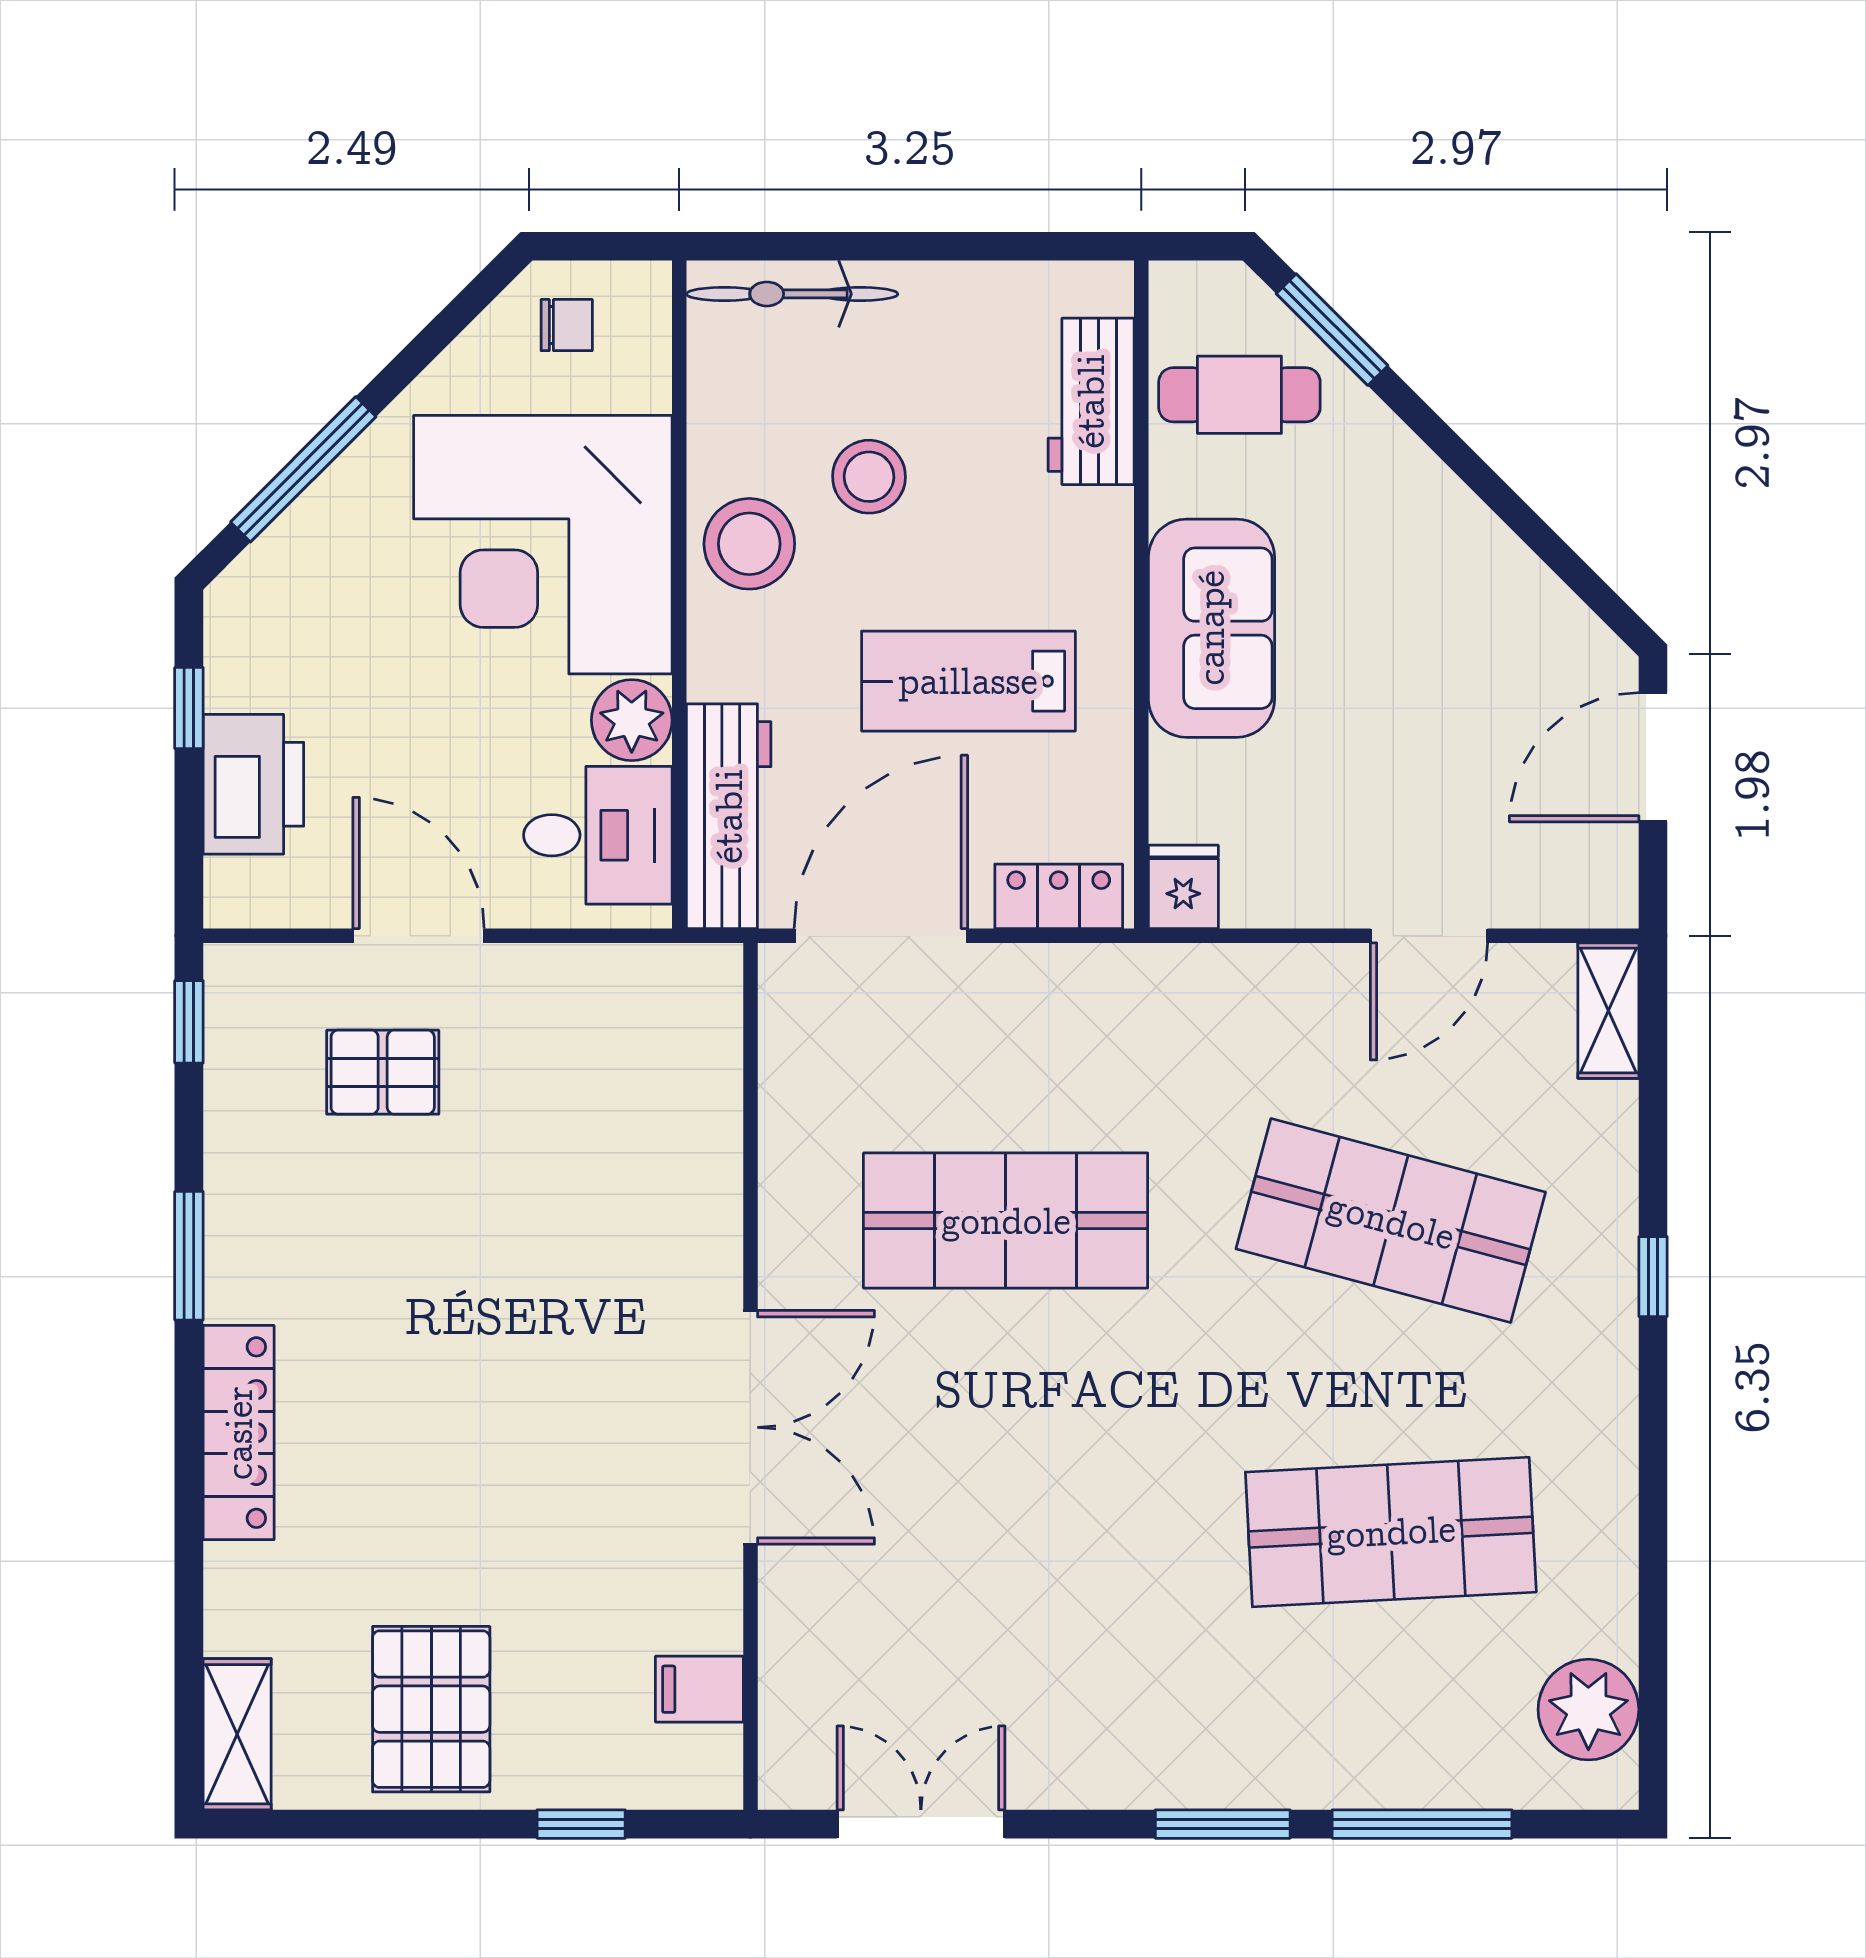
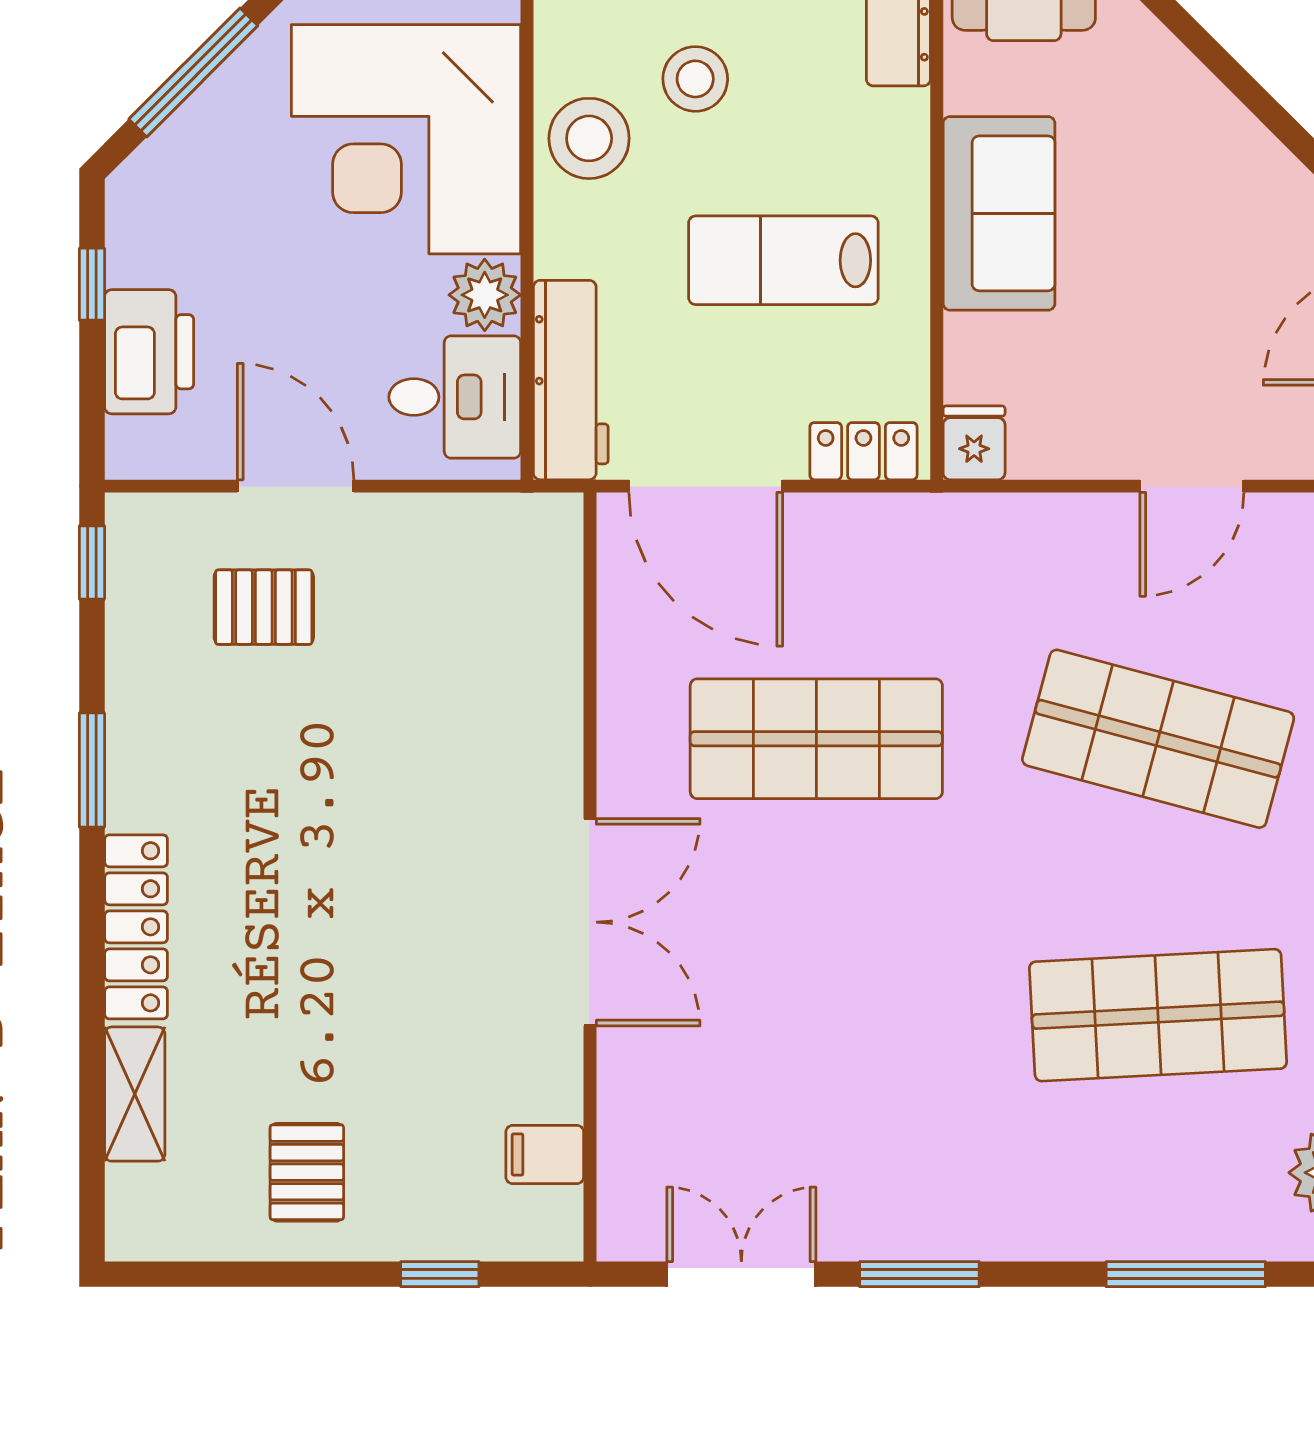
door: (881, 936) -> (706, 486), swing flipped
pallet: (431, 1709) -> (307, 1172), width x0.67, depth x0.71
shelving: (237, 1734) -> (135, 1094), moved
window: (1223, 1824) -> (919, 1274), moved

